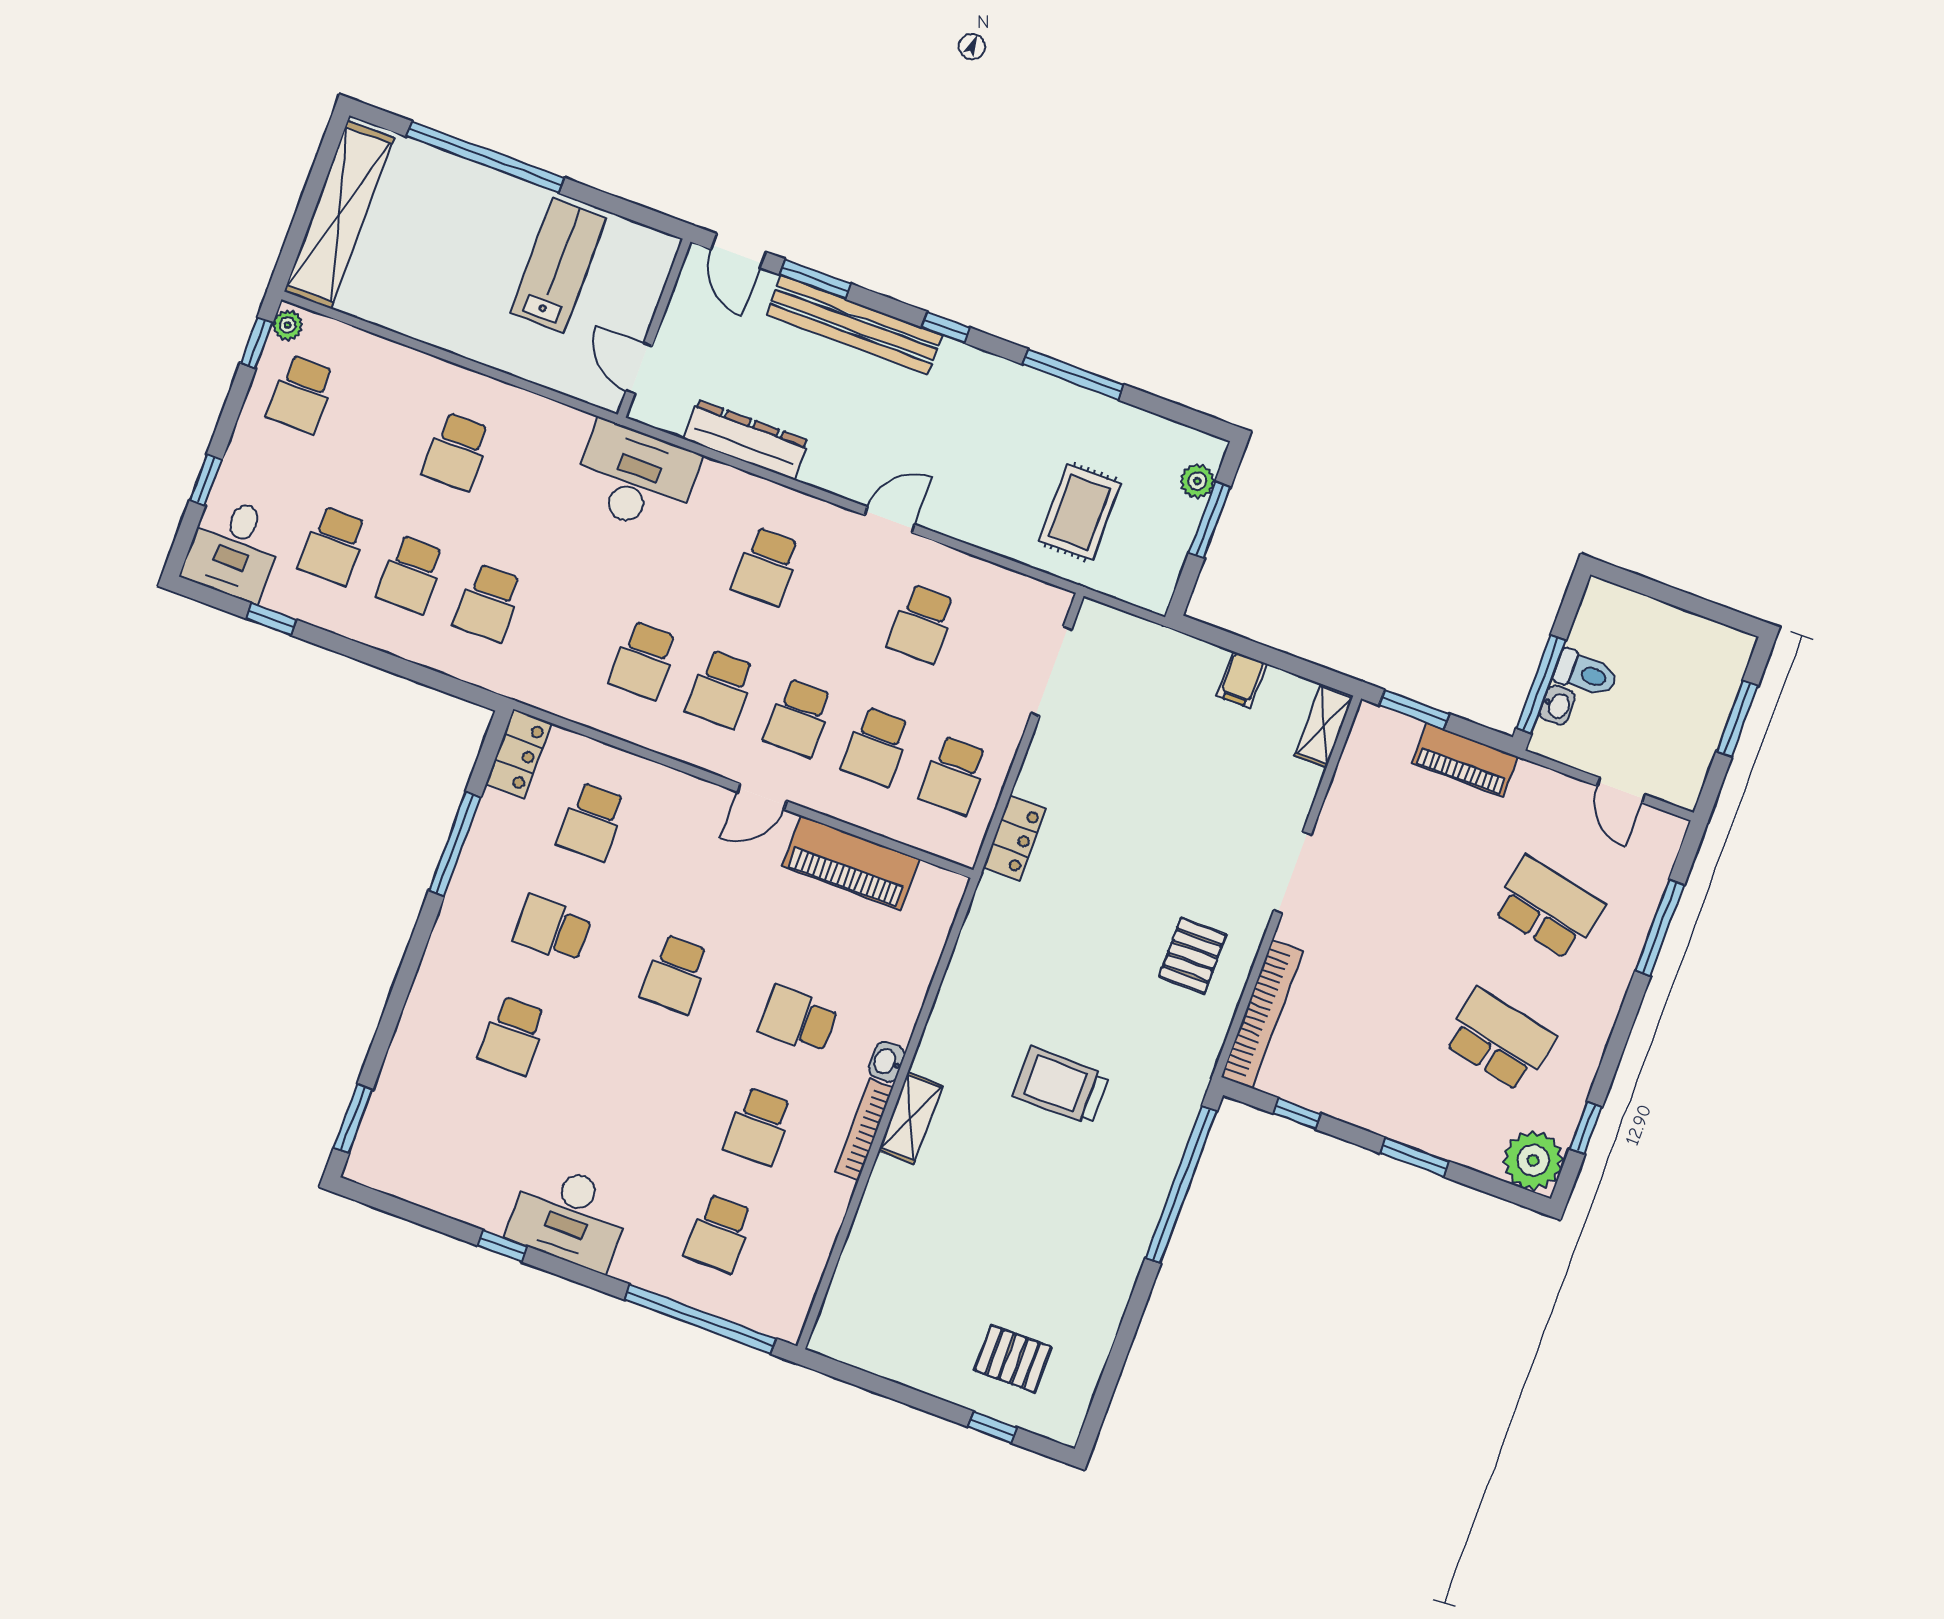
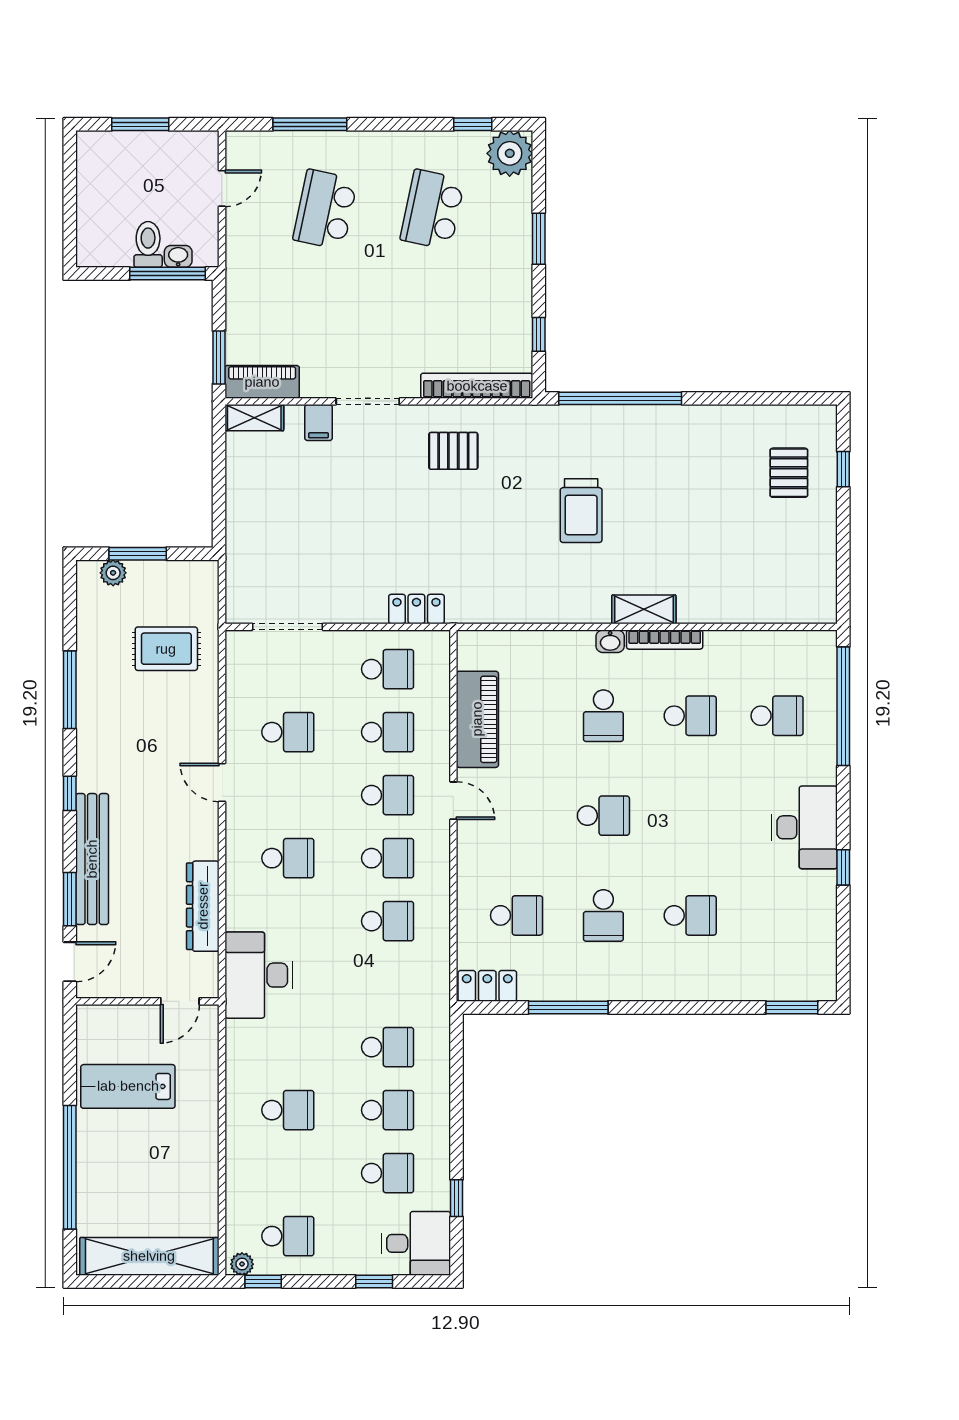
filing cabinet: (1242, 680) -> (319, 423), moved, turned 90
piano: (1465, 760) -> (262, 382), moved, turned -90

